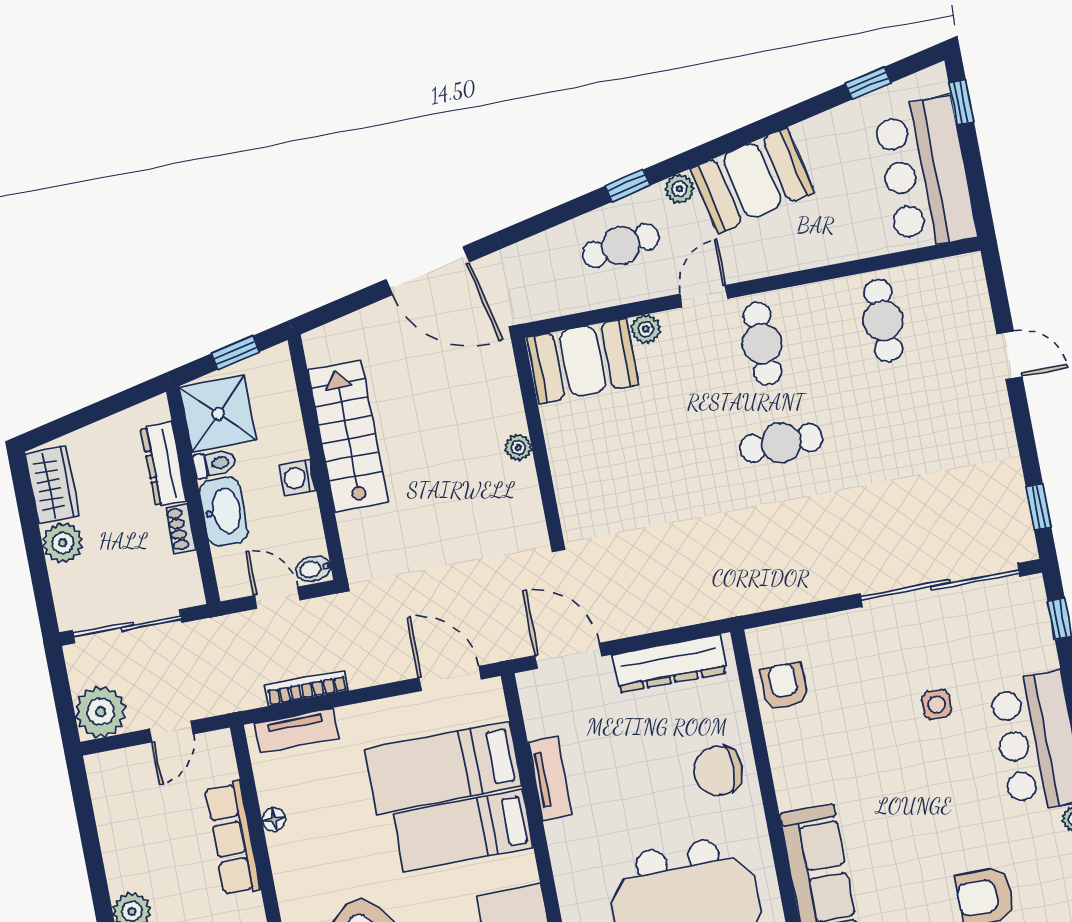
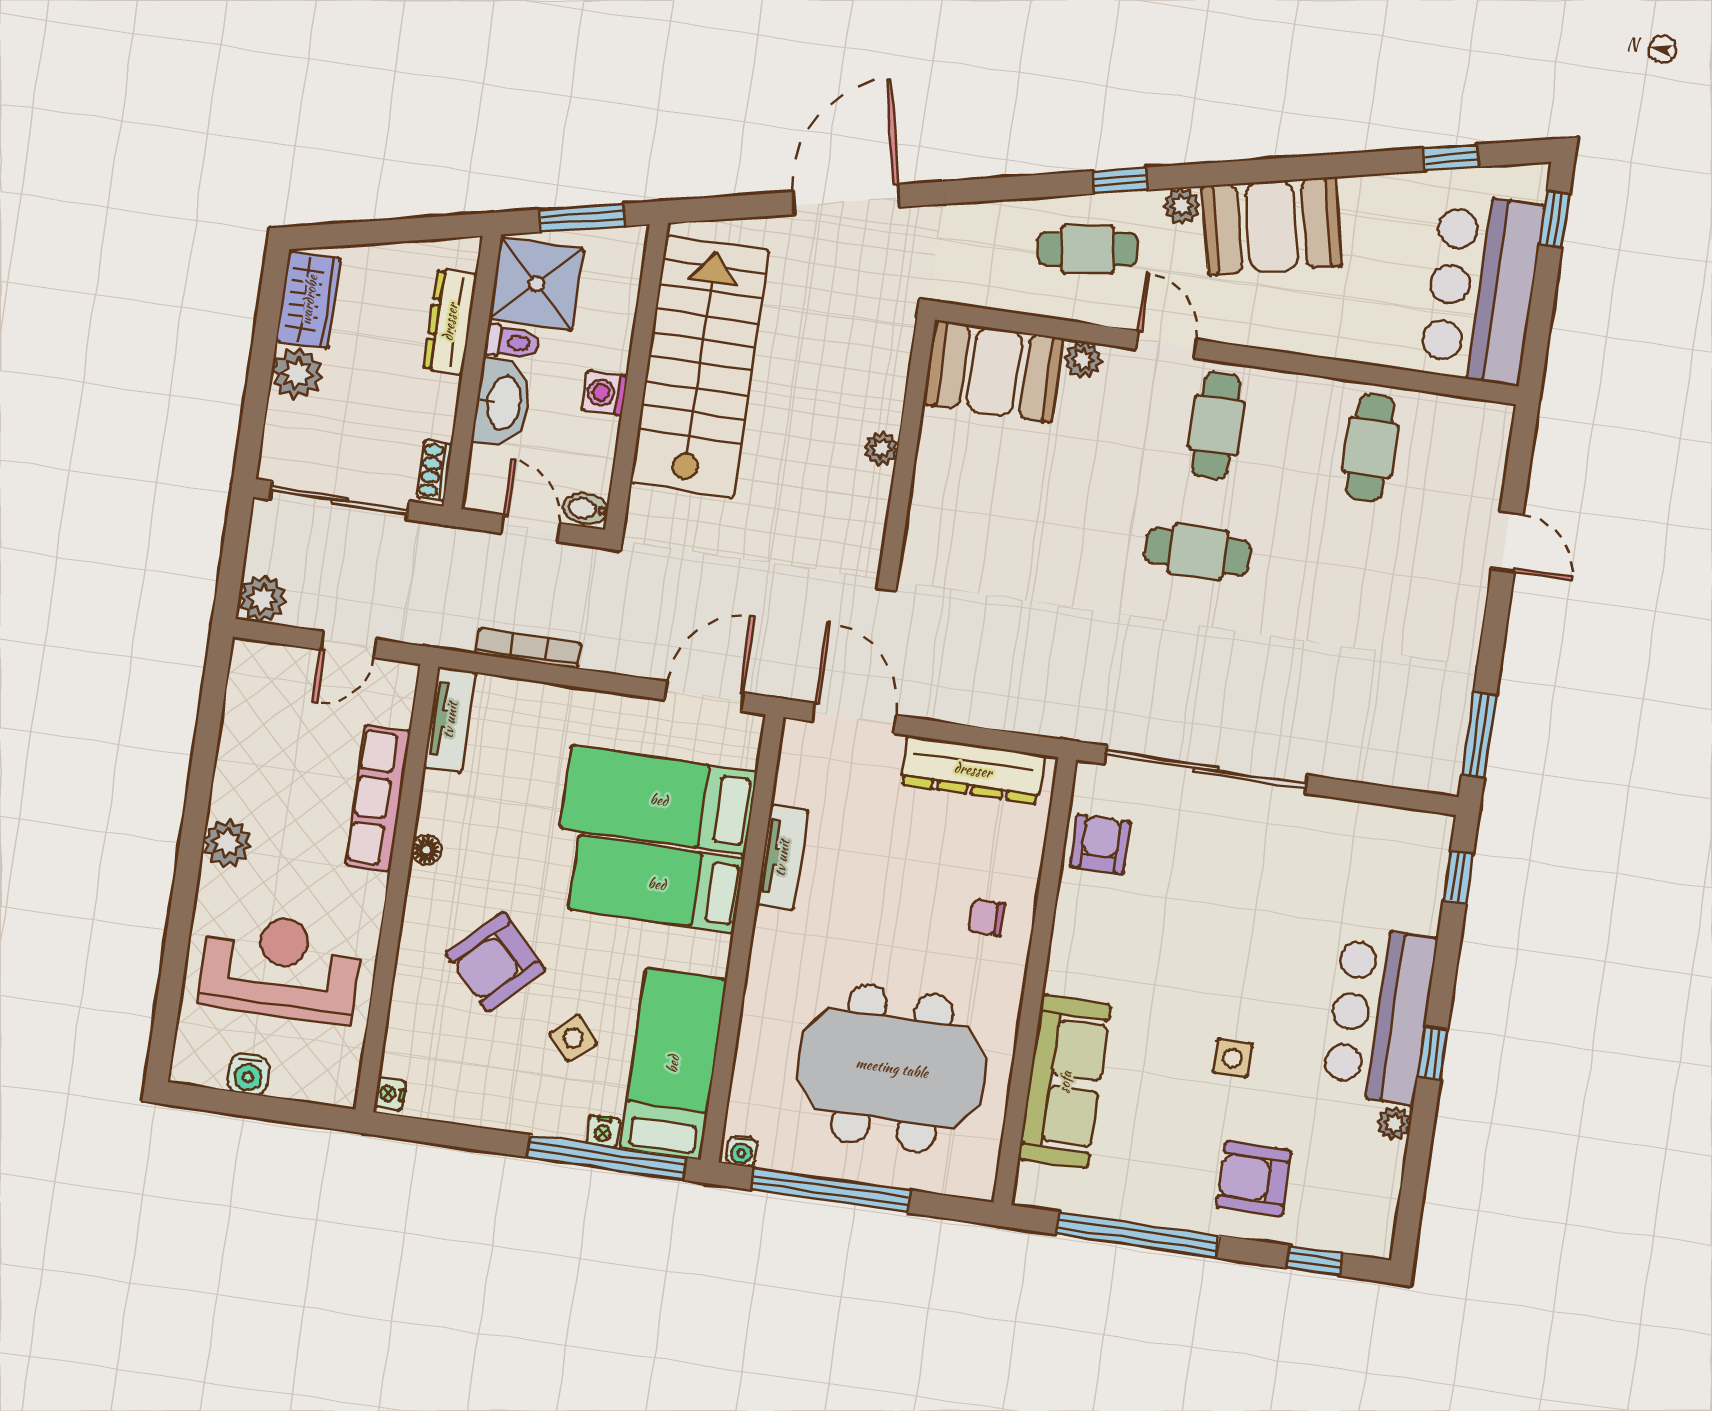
door: (428, 271) -> (846, 199), swing flipped
door: (704, 296) -> (1166, 344), hinge flipped
window: (235, 353) -> (582, 218), width x1.50
stairs: (348, 436) -> (700, 367), width x1.36, depth x1.51
window: (1038, 507) -> (1479, 735), width x1.50
shoe rack: (181, 529) -> (434, 471), moved
sliding door: (940, 585) -> (1206, 770), moved
door: (450, 678) -> (704, 696), hinge flipped
side table: (937, 704) -> (1233, 1058), moved
plant: (101, 712) -> (262, 599), width x0.73, depth x0.73
tv unit: (297, 730) -> (450, 720), moved, turned -90
chair: (718, 771) -> (987, 918), width x0.54, depth x0.54
floor lamp: (274, 819) -> (426, 850), moved

